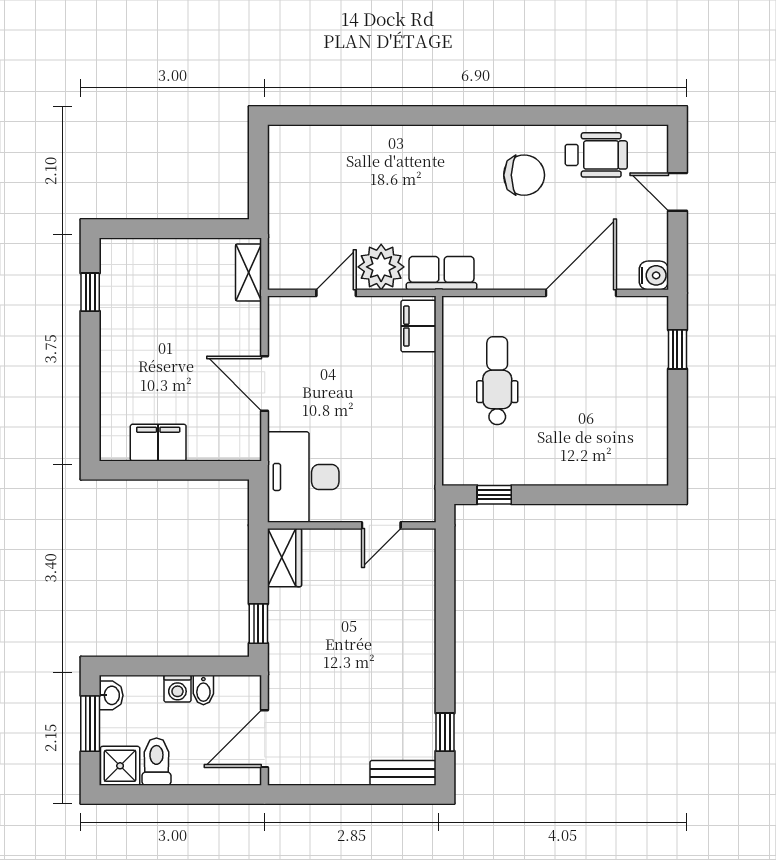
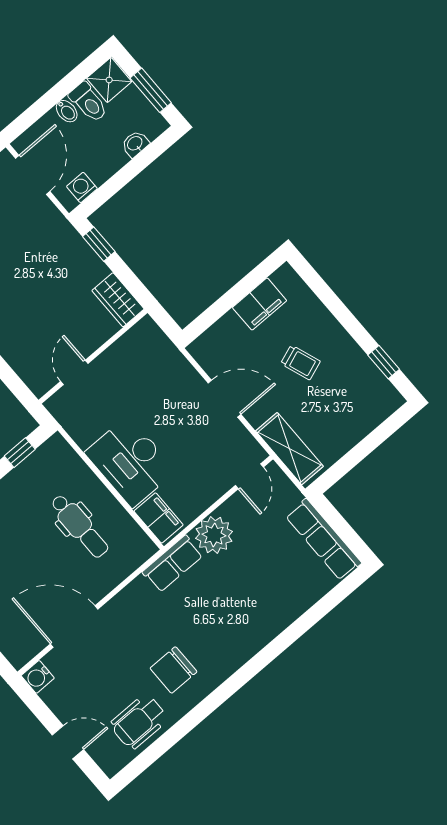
row of seats: (284, 177) -> (324, 540), added
shelving: (249, 273) -> (289, 449), width x1.50, depth x1.33
door: (336, 293) -> (249, 476), moved
door: (581, 293) -> (74, 627), swing flipped
trolley: (167, 357) -> (300, 362), added
desk: (303, 477) -> (130, 462), moved, turned 180
washing machine: (177, 689) -> (82, 187), moved
bidet: (203, 690) -> (67, 111), moved, turned 180
washbasin: (111, 695) -> (135, 144), moved, turned 90

